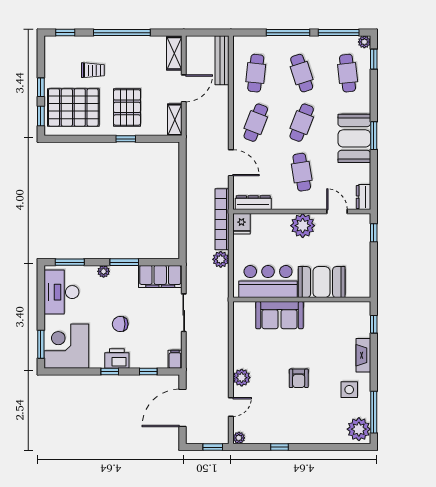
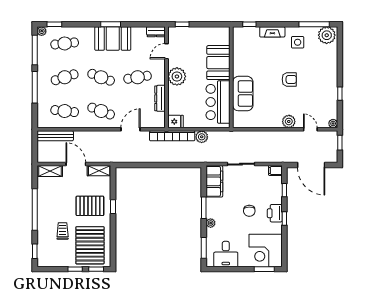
dresser: (253, 203) -> (160, 98), moved
desk: (61, 292) -> (226, 254), width x0.73

